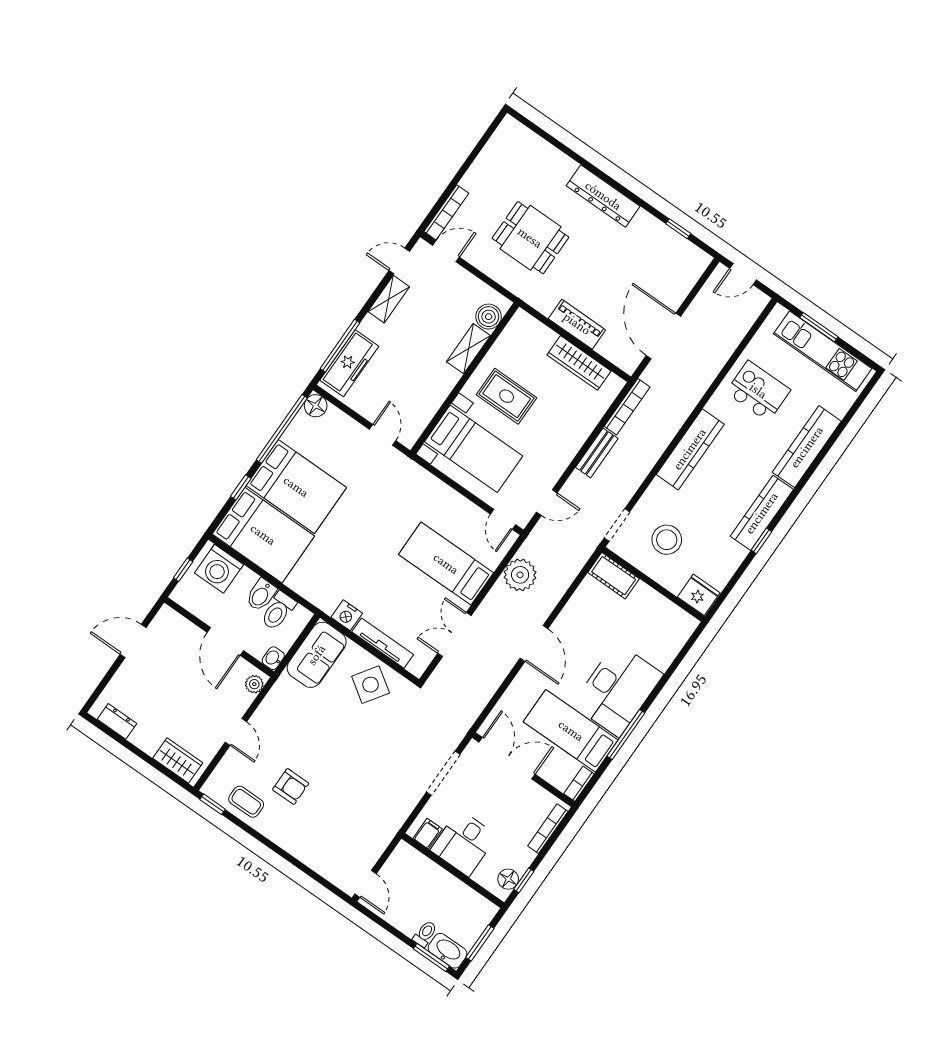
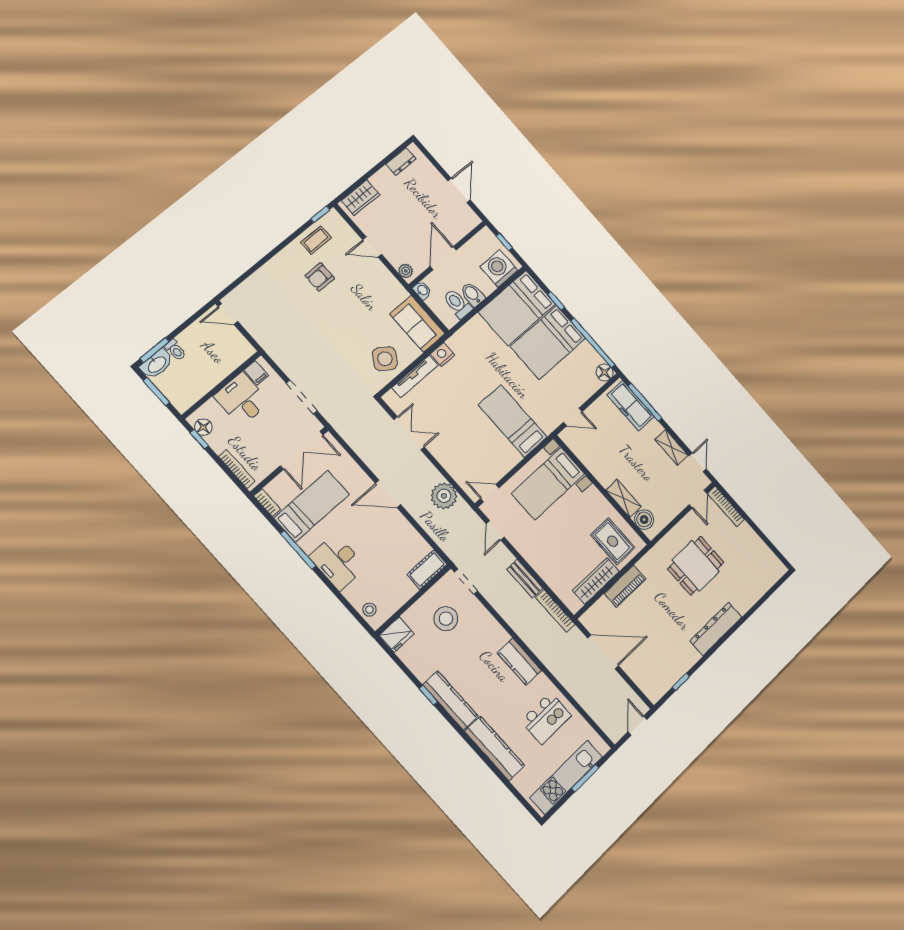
rug: (507, 396) -> (613, 541), moved, turned 90
kitchen counter: (690, 449) -> (519, 662), width x0.67
bed: (446, 564) -> (513, 421), moved, turned -90
stool: (677, 634) -> (369, 610), added
door: (225, 641) -> (443, 258), hinge flipped
desk: (618, 689) -> (338, 562), width x0.73, depth x0.77

